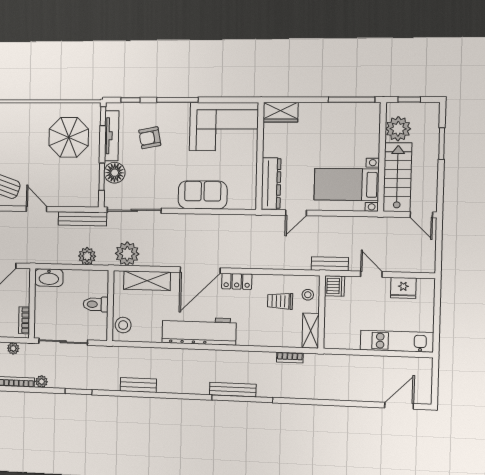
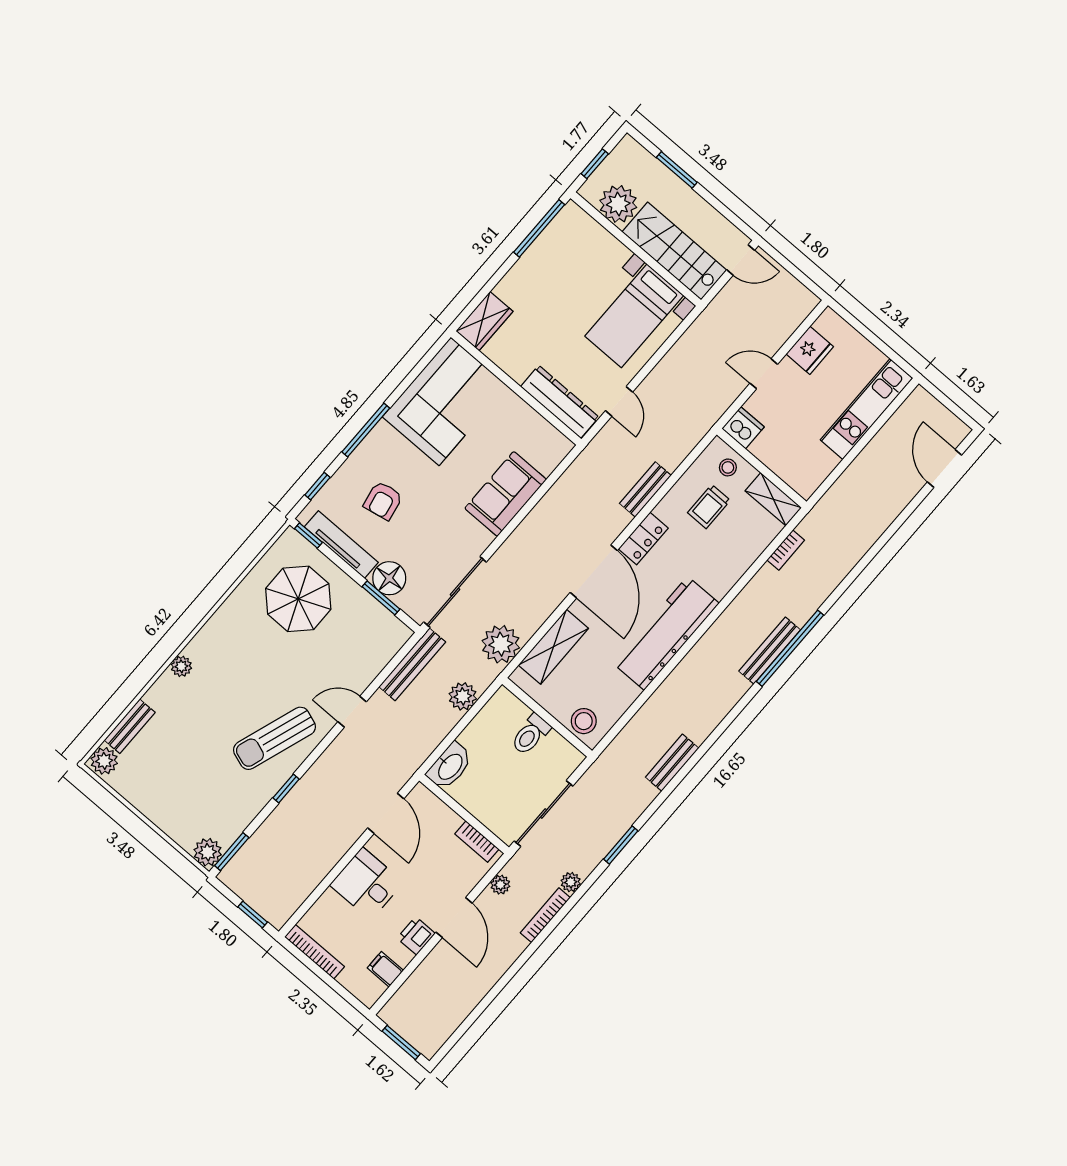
bench: (330, 264) -> (645, 489), moved

